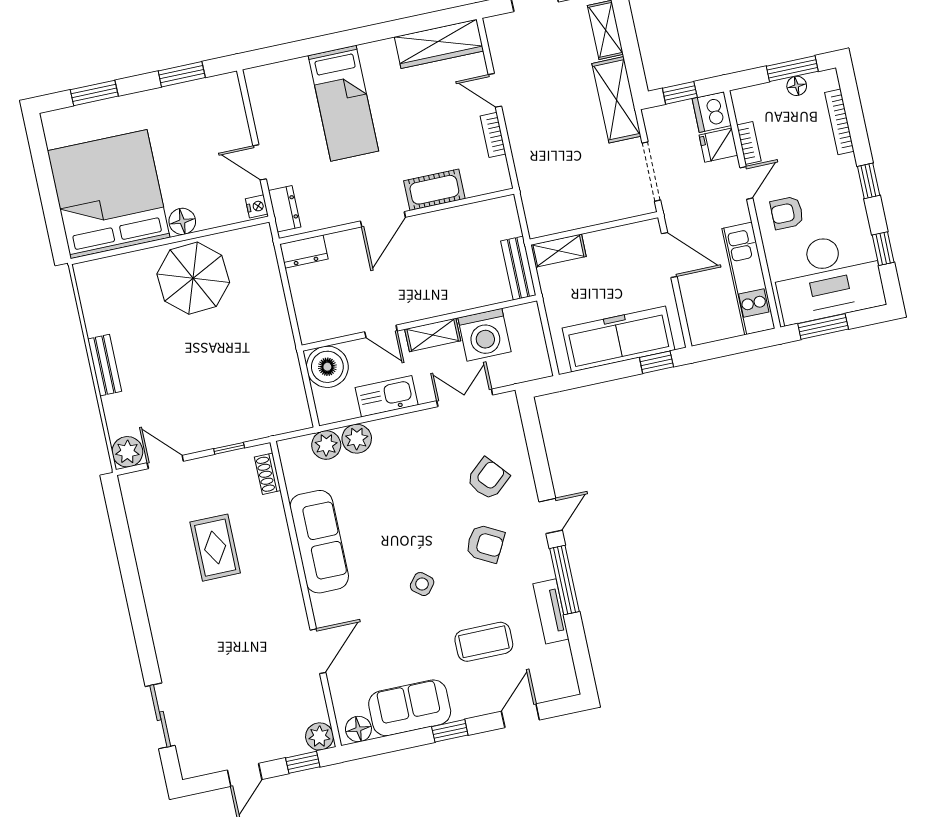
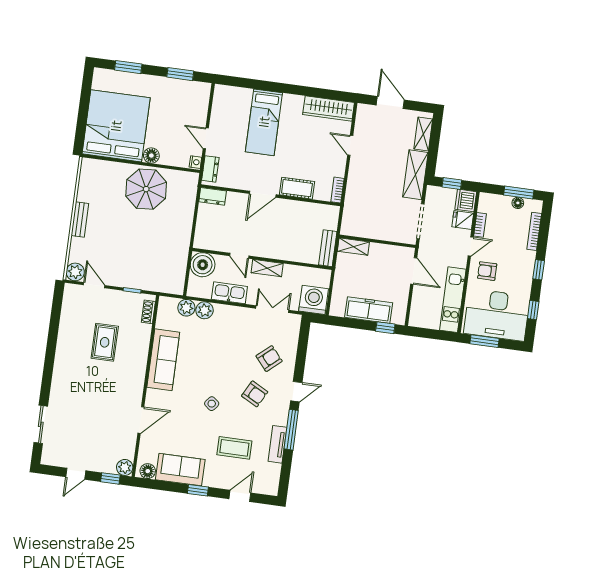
bookcase: (493, 135) -> (337, 190), moved
washing machine: (484, 335) -> (314, 300), moved, turned 180
freezer: (618, 339) -> (369, 310), width x0.73, depth x0.79

